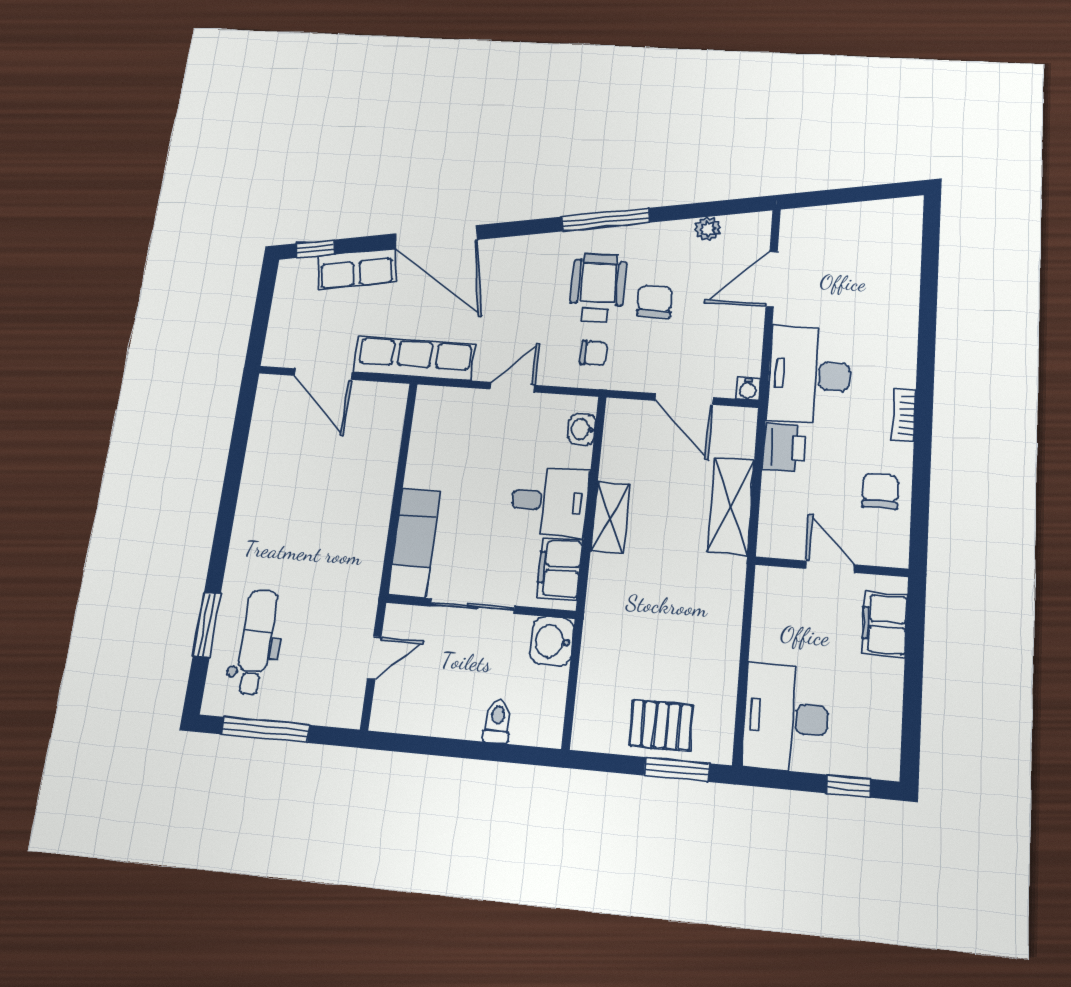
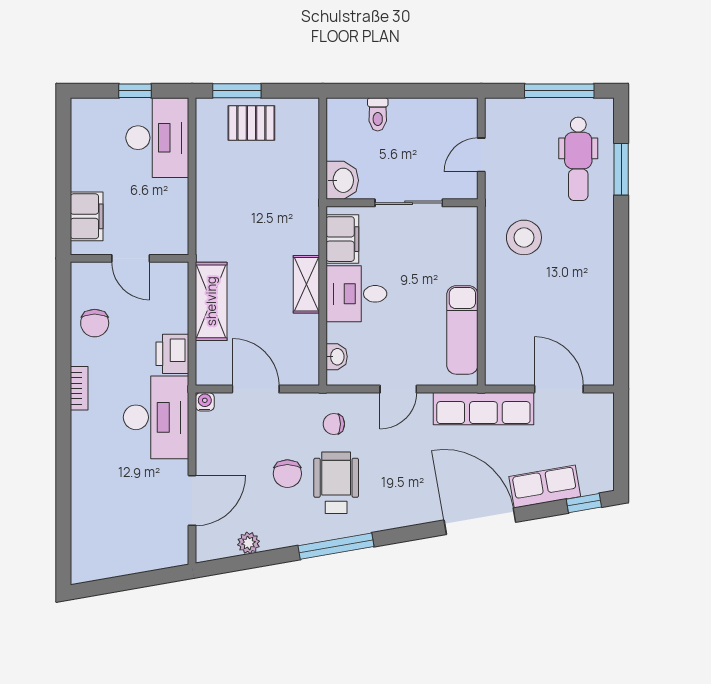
wheelchair: (598, 288) -> (336, 483), turned 180
exam couch: (414, 543) -> (462, 330), moved
stool: (337, 552) -> (524, 237), added
window: (849, 786) -> (135, 91), moved

